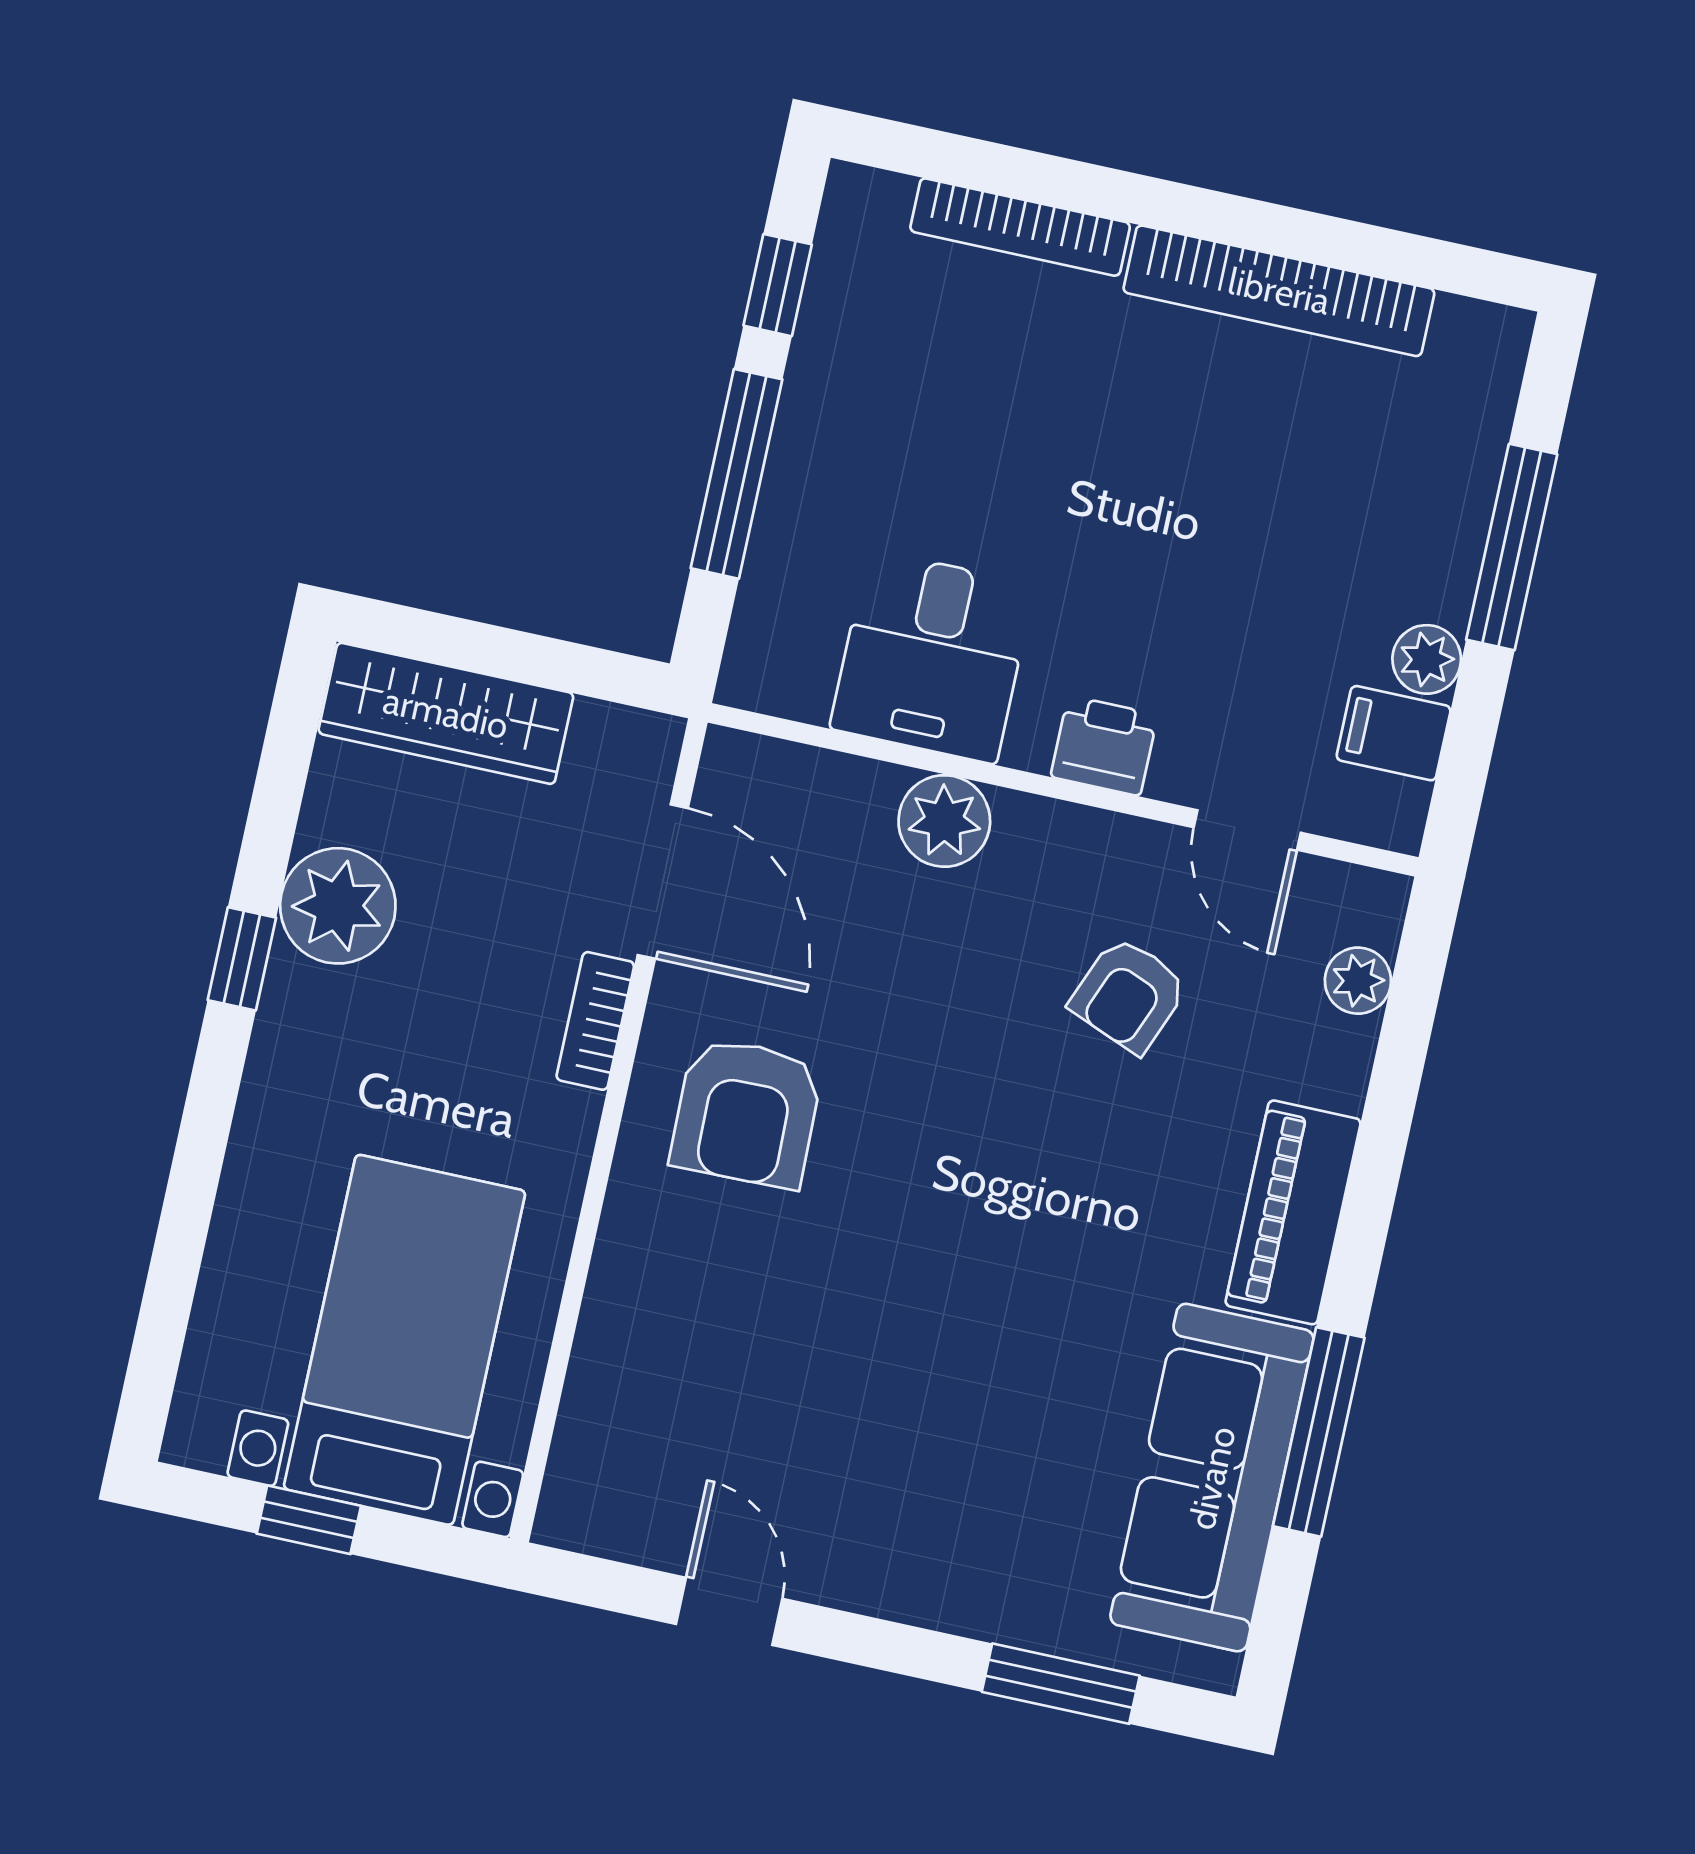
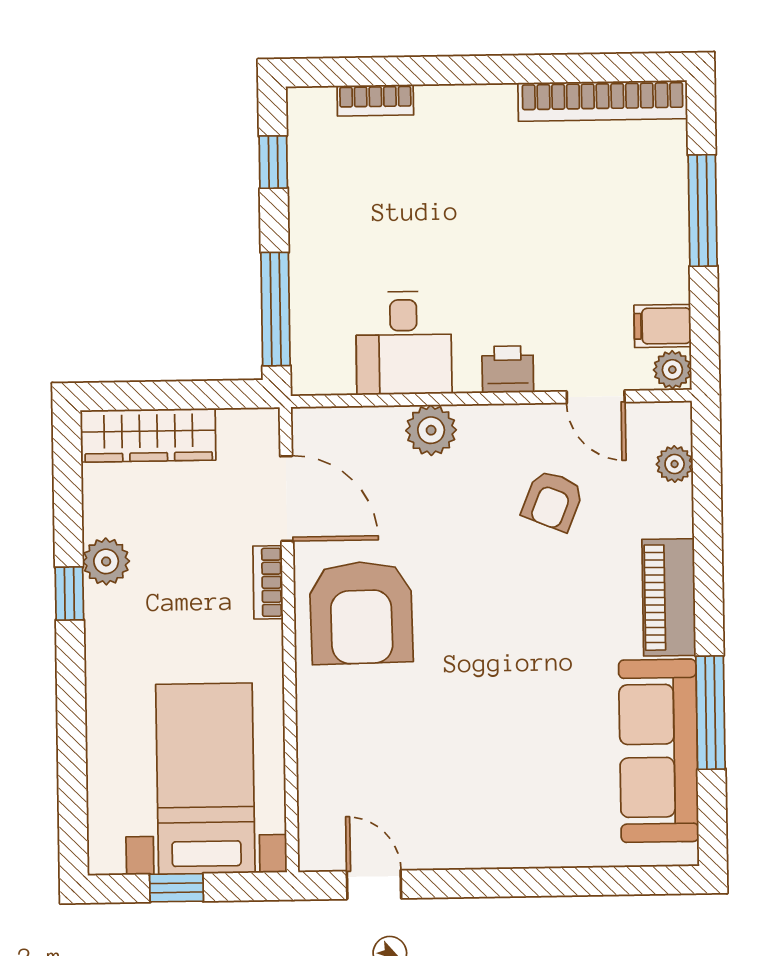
bookcase: (1020, 227) -> (375, 100), width x0.64
bookcase: (1279, 291) -> (603, 101), moved
window: (736, 474) -> (276, 309), moved
plant: (1427, 659) -> (672, 370), moved
plant: (338, 906) -> (106, 561), width x0.73, depth x0.73
armchair: (747, 1113) -> (361, 613), width x1.36, depth x1.36
door: (729, 1611) -> (374, 885), moved
window: (1061, 1684) -> (603, 881), removed

